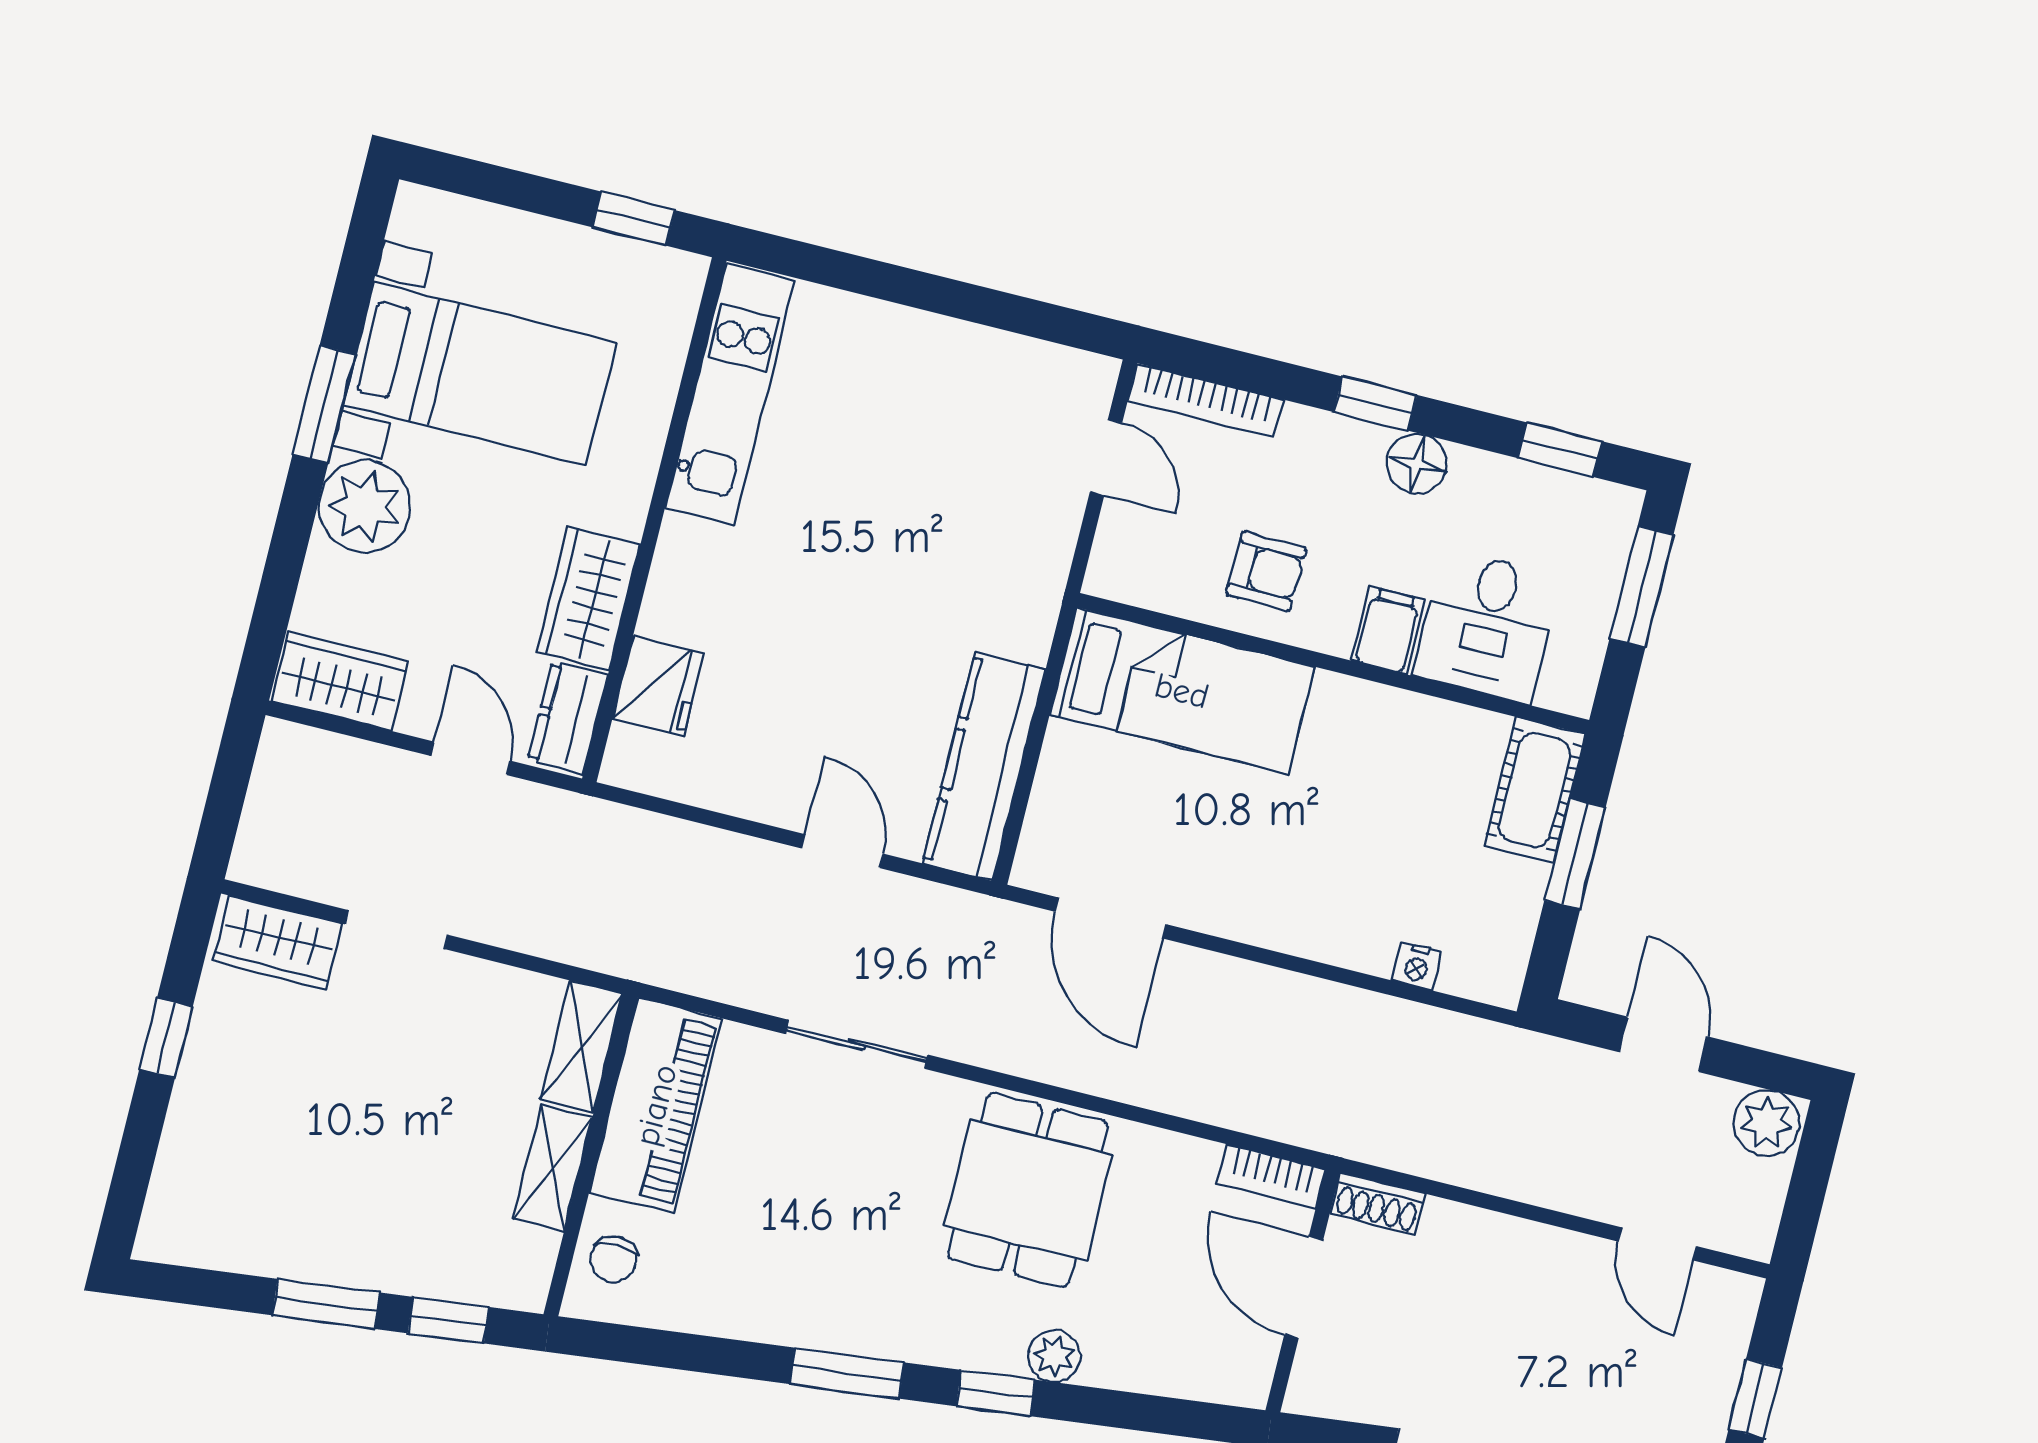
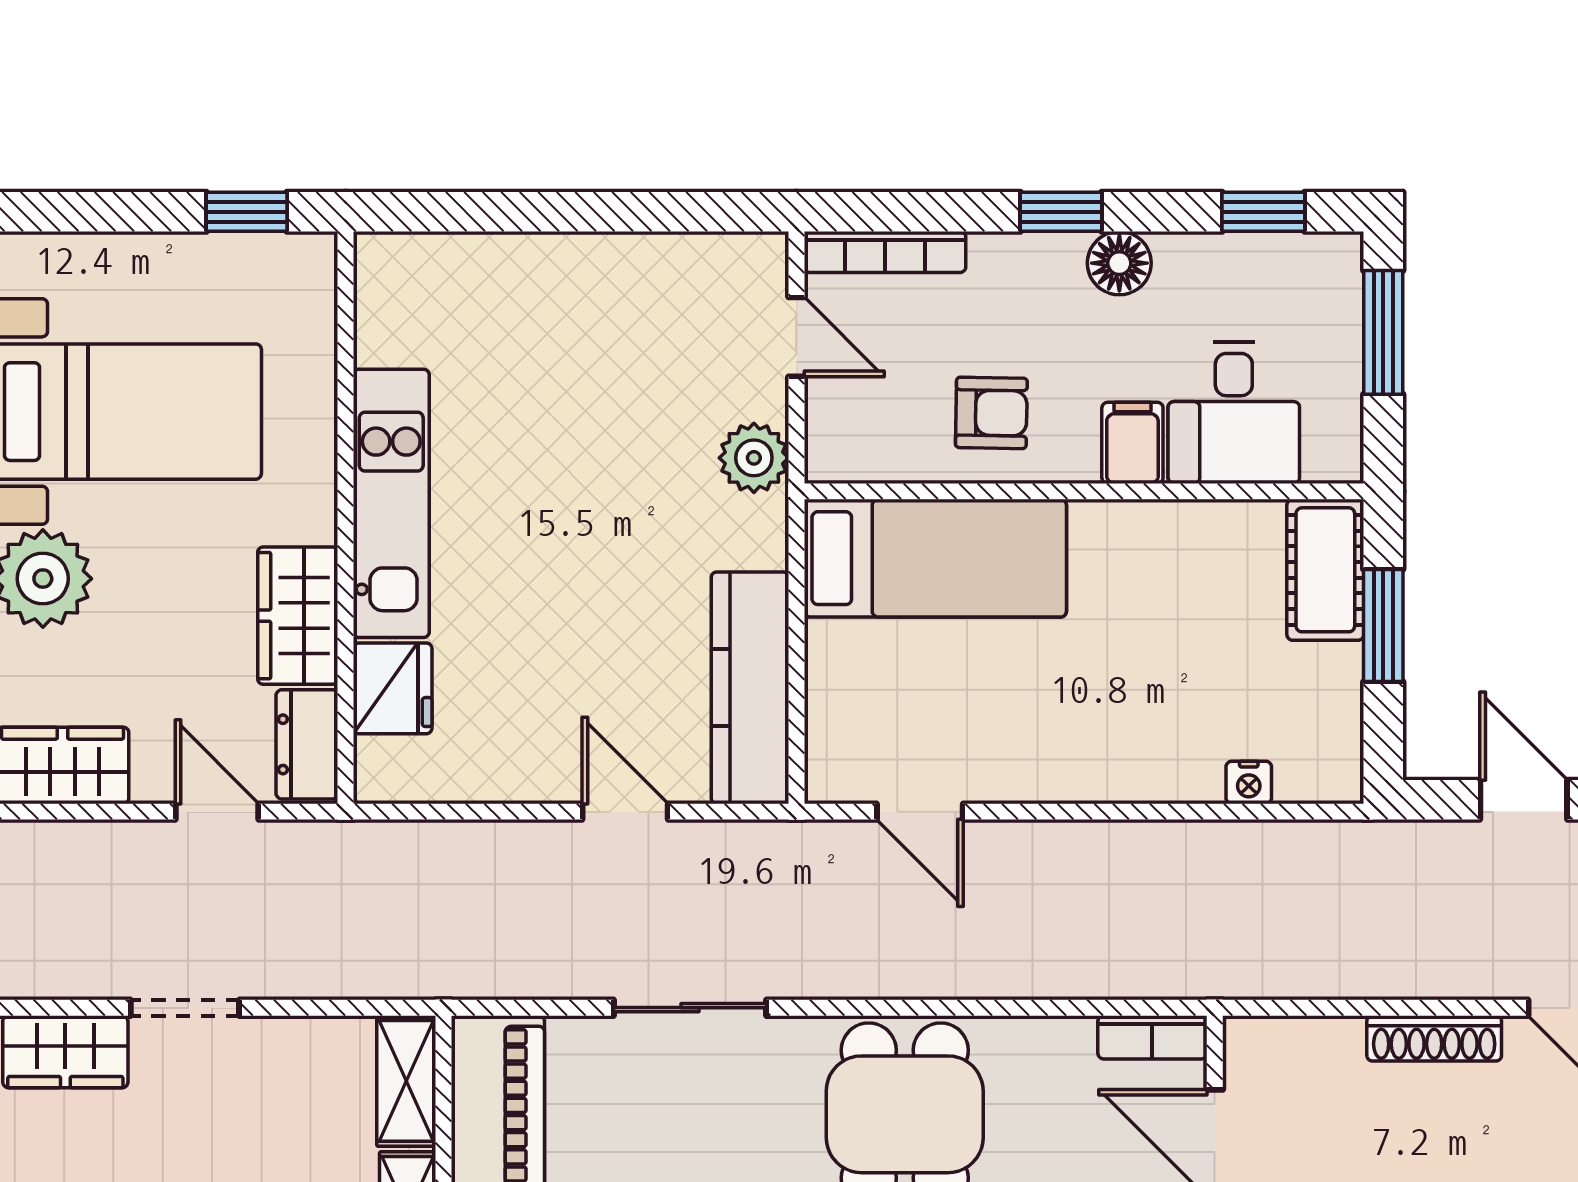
kitchen unit: (730, 394) -> (391, 503), moved
plant: (1040, 558) -> (754, 458), added
door: (1111, 918) -> (920, 812), width x0.73
shoe rack: (1378, 1204) -> (1434, 1038), moved, width x1.43

